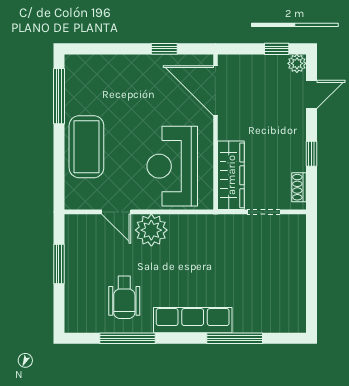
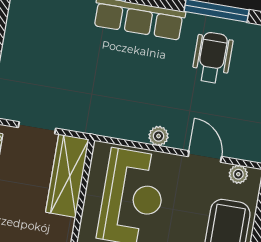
plant: (85, 202) -> (238, 174), added
plant: (151, 230) -> (159, 136), width x0.53, depth x0.53

